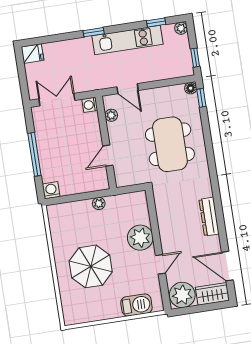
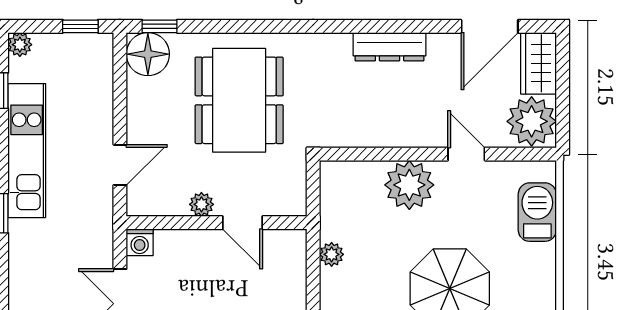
floor lamp: (191, 88) -> (148, 54), width x1.89, depth x1.89
plant: (111, 115) -> (201, 204), moved
dining table: (170, 144) -> (239, 100), turned 90

